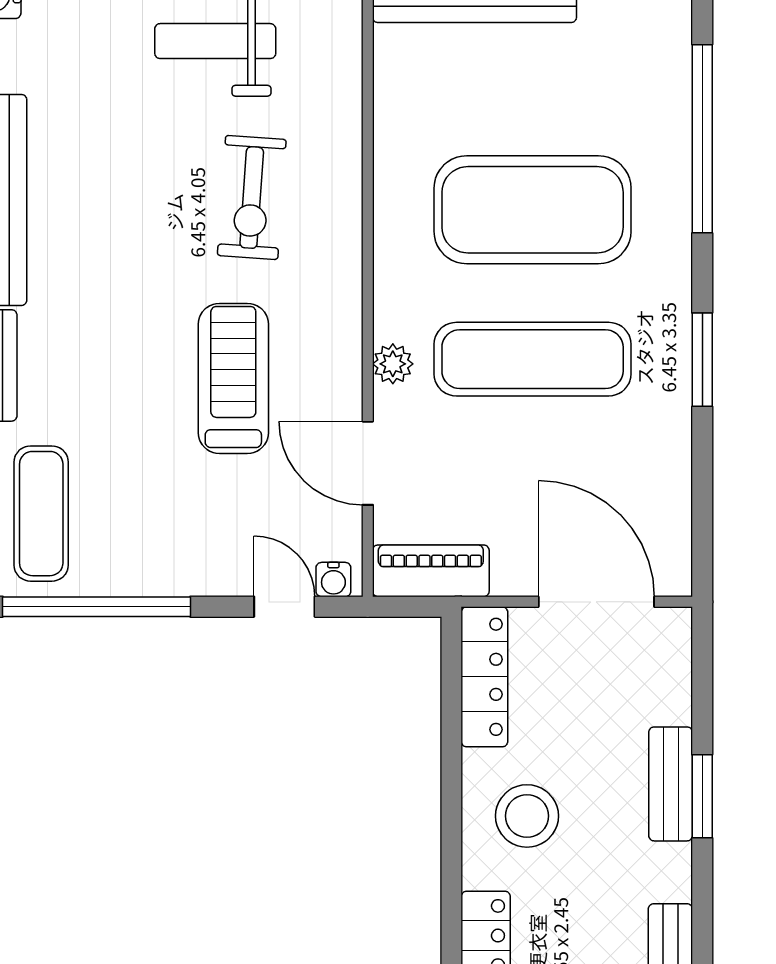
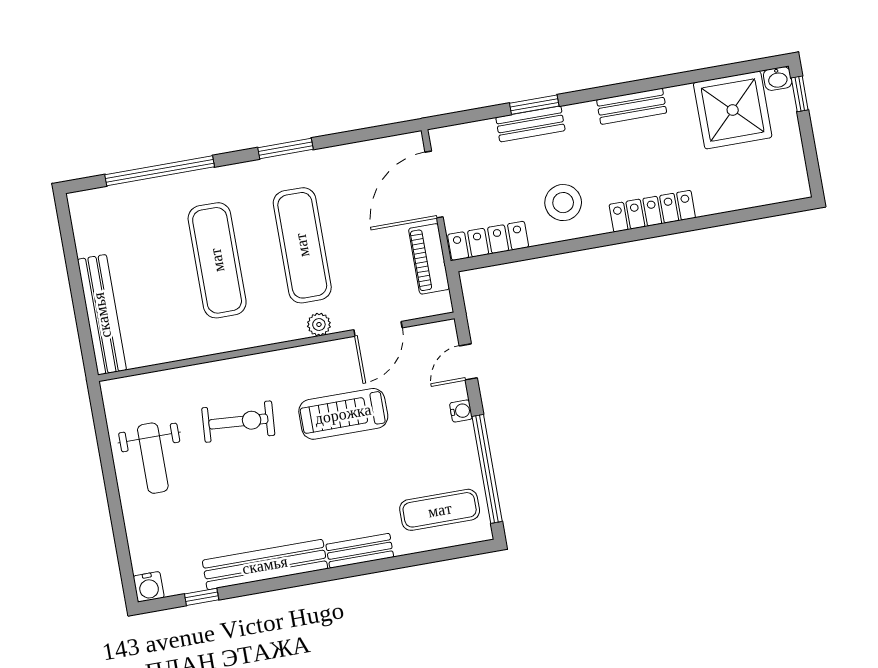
exercise mat: (533, 210) -> (217, 260), width x0.68
piano: (431, 571) -> (429, 259), moved
water cooler: (333, 580) -> (461, 411), moved

